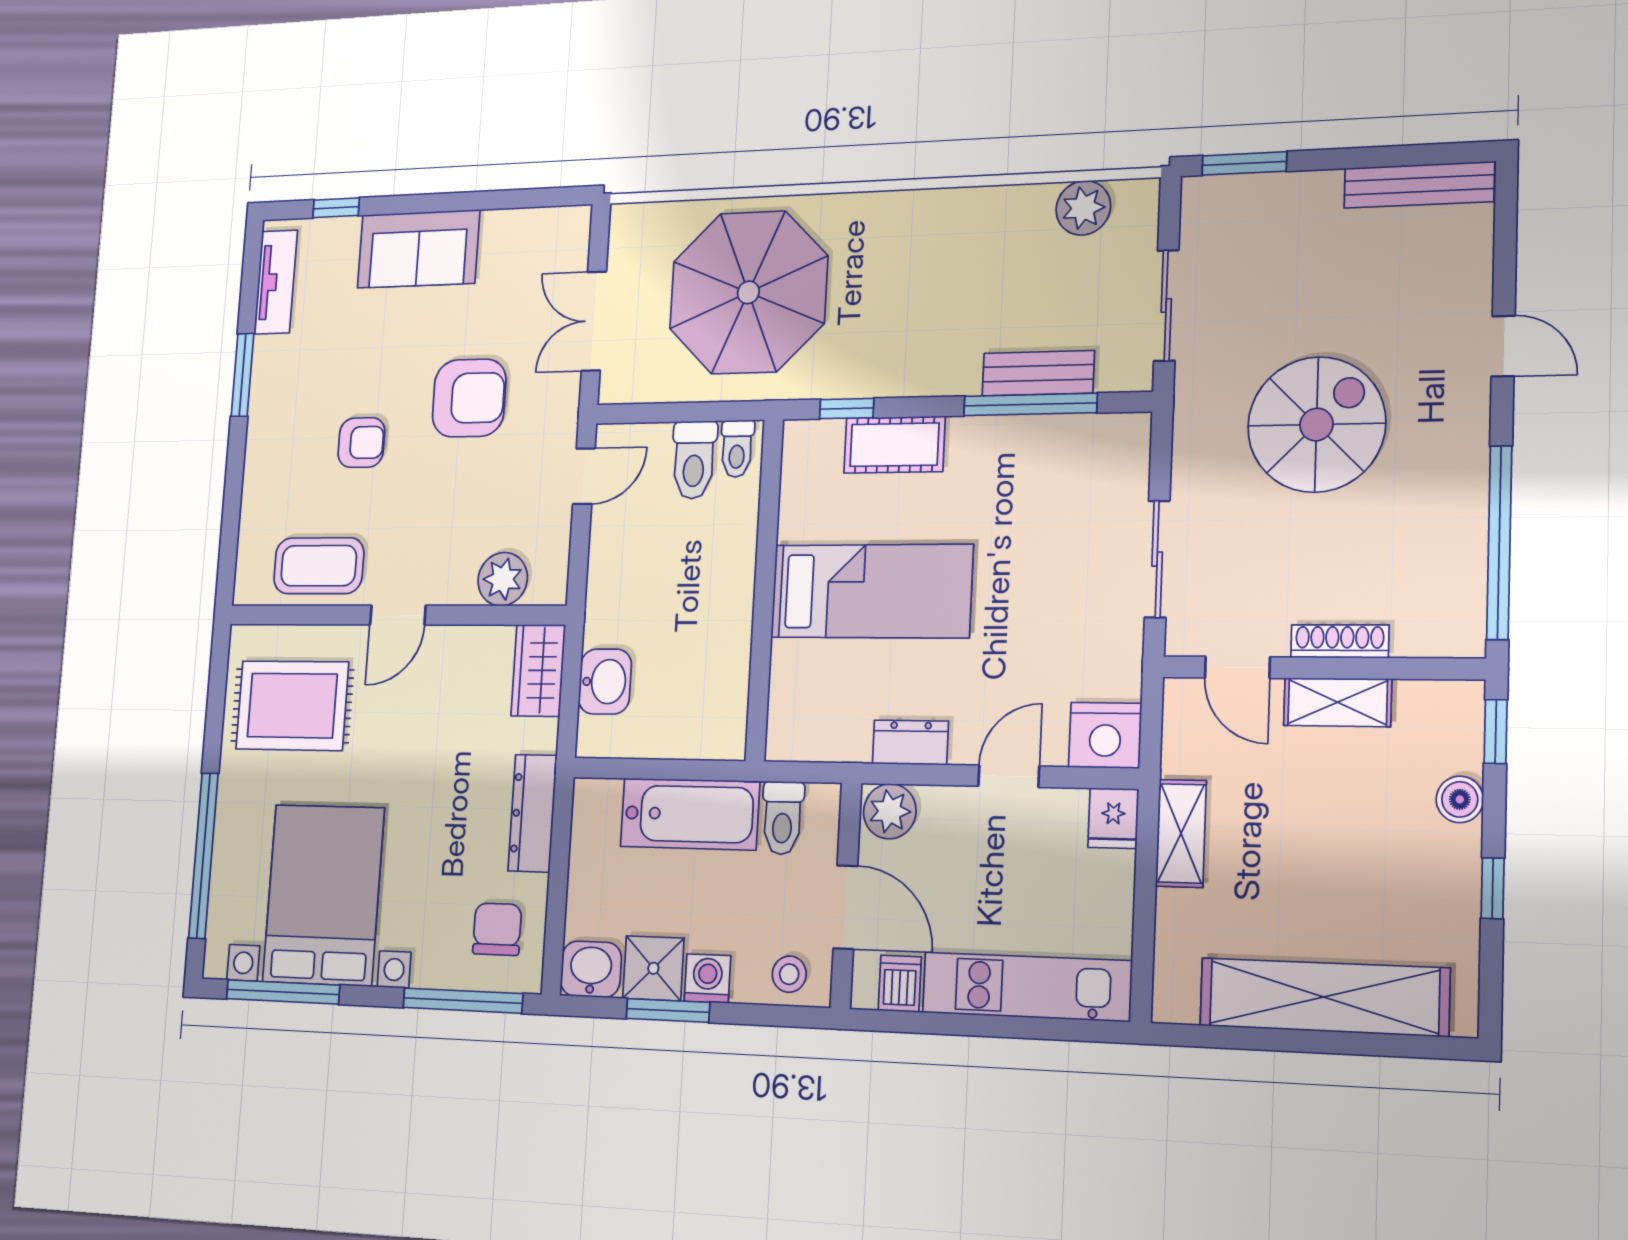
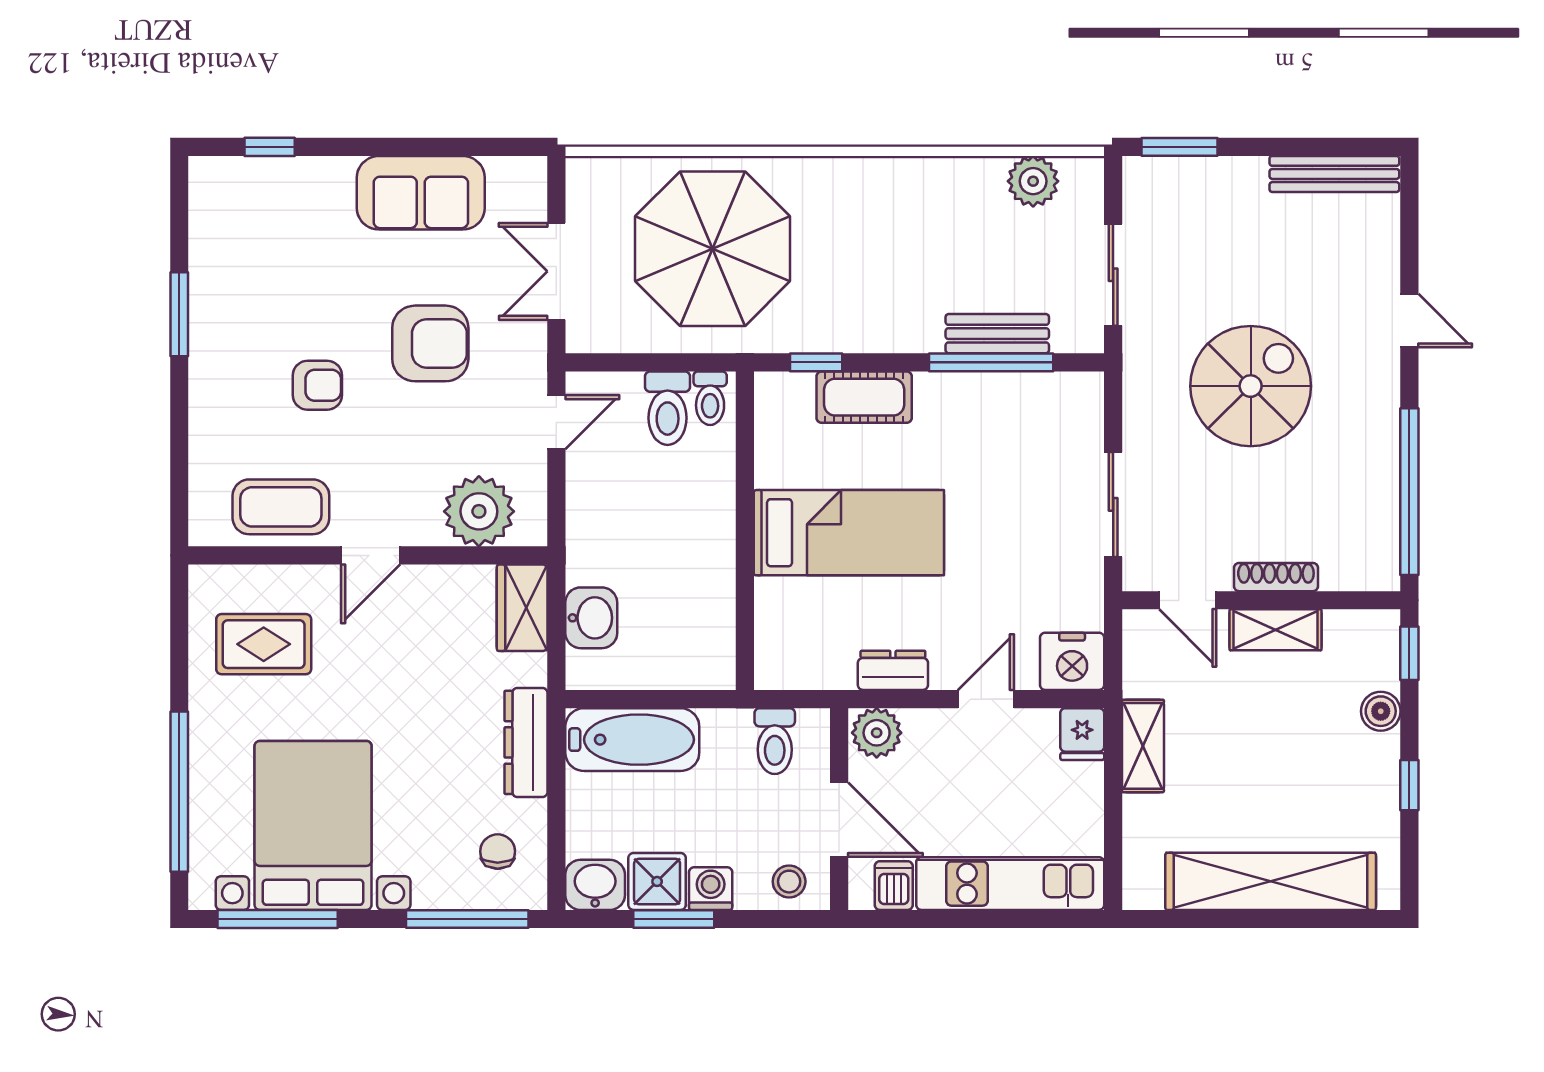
sofa: (418, 249) -> (421, 193), moved
tv unit: (276, 282) -> (208, 221), removed
plant: (503, 579) -> (479, 511), width x1.36, depth x1.36
rug: (292, 706) -> (264, 644), width x0.73, depth x0.70
bathtub: (690, 814) -> (632, 740), moved
chair: (497, 929) -> (498, 851), width x0.73, depth x0.73

